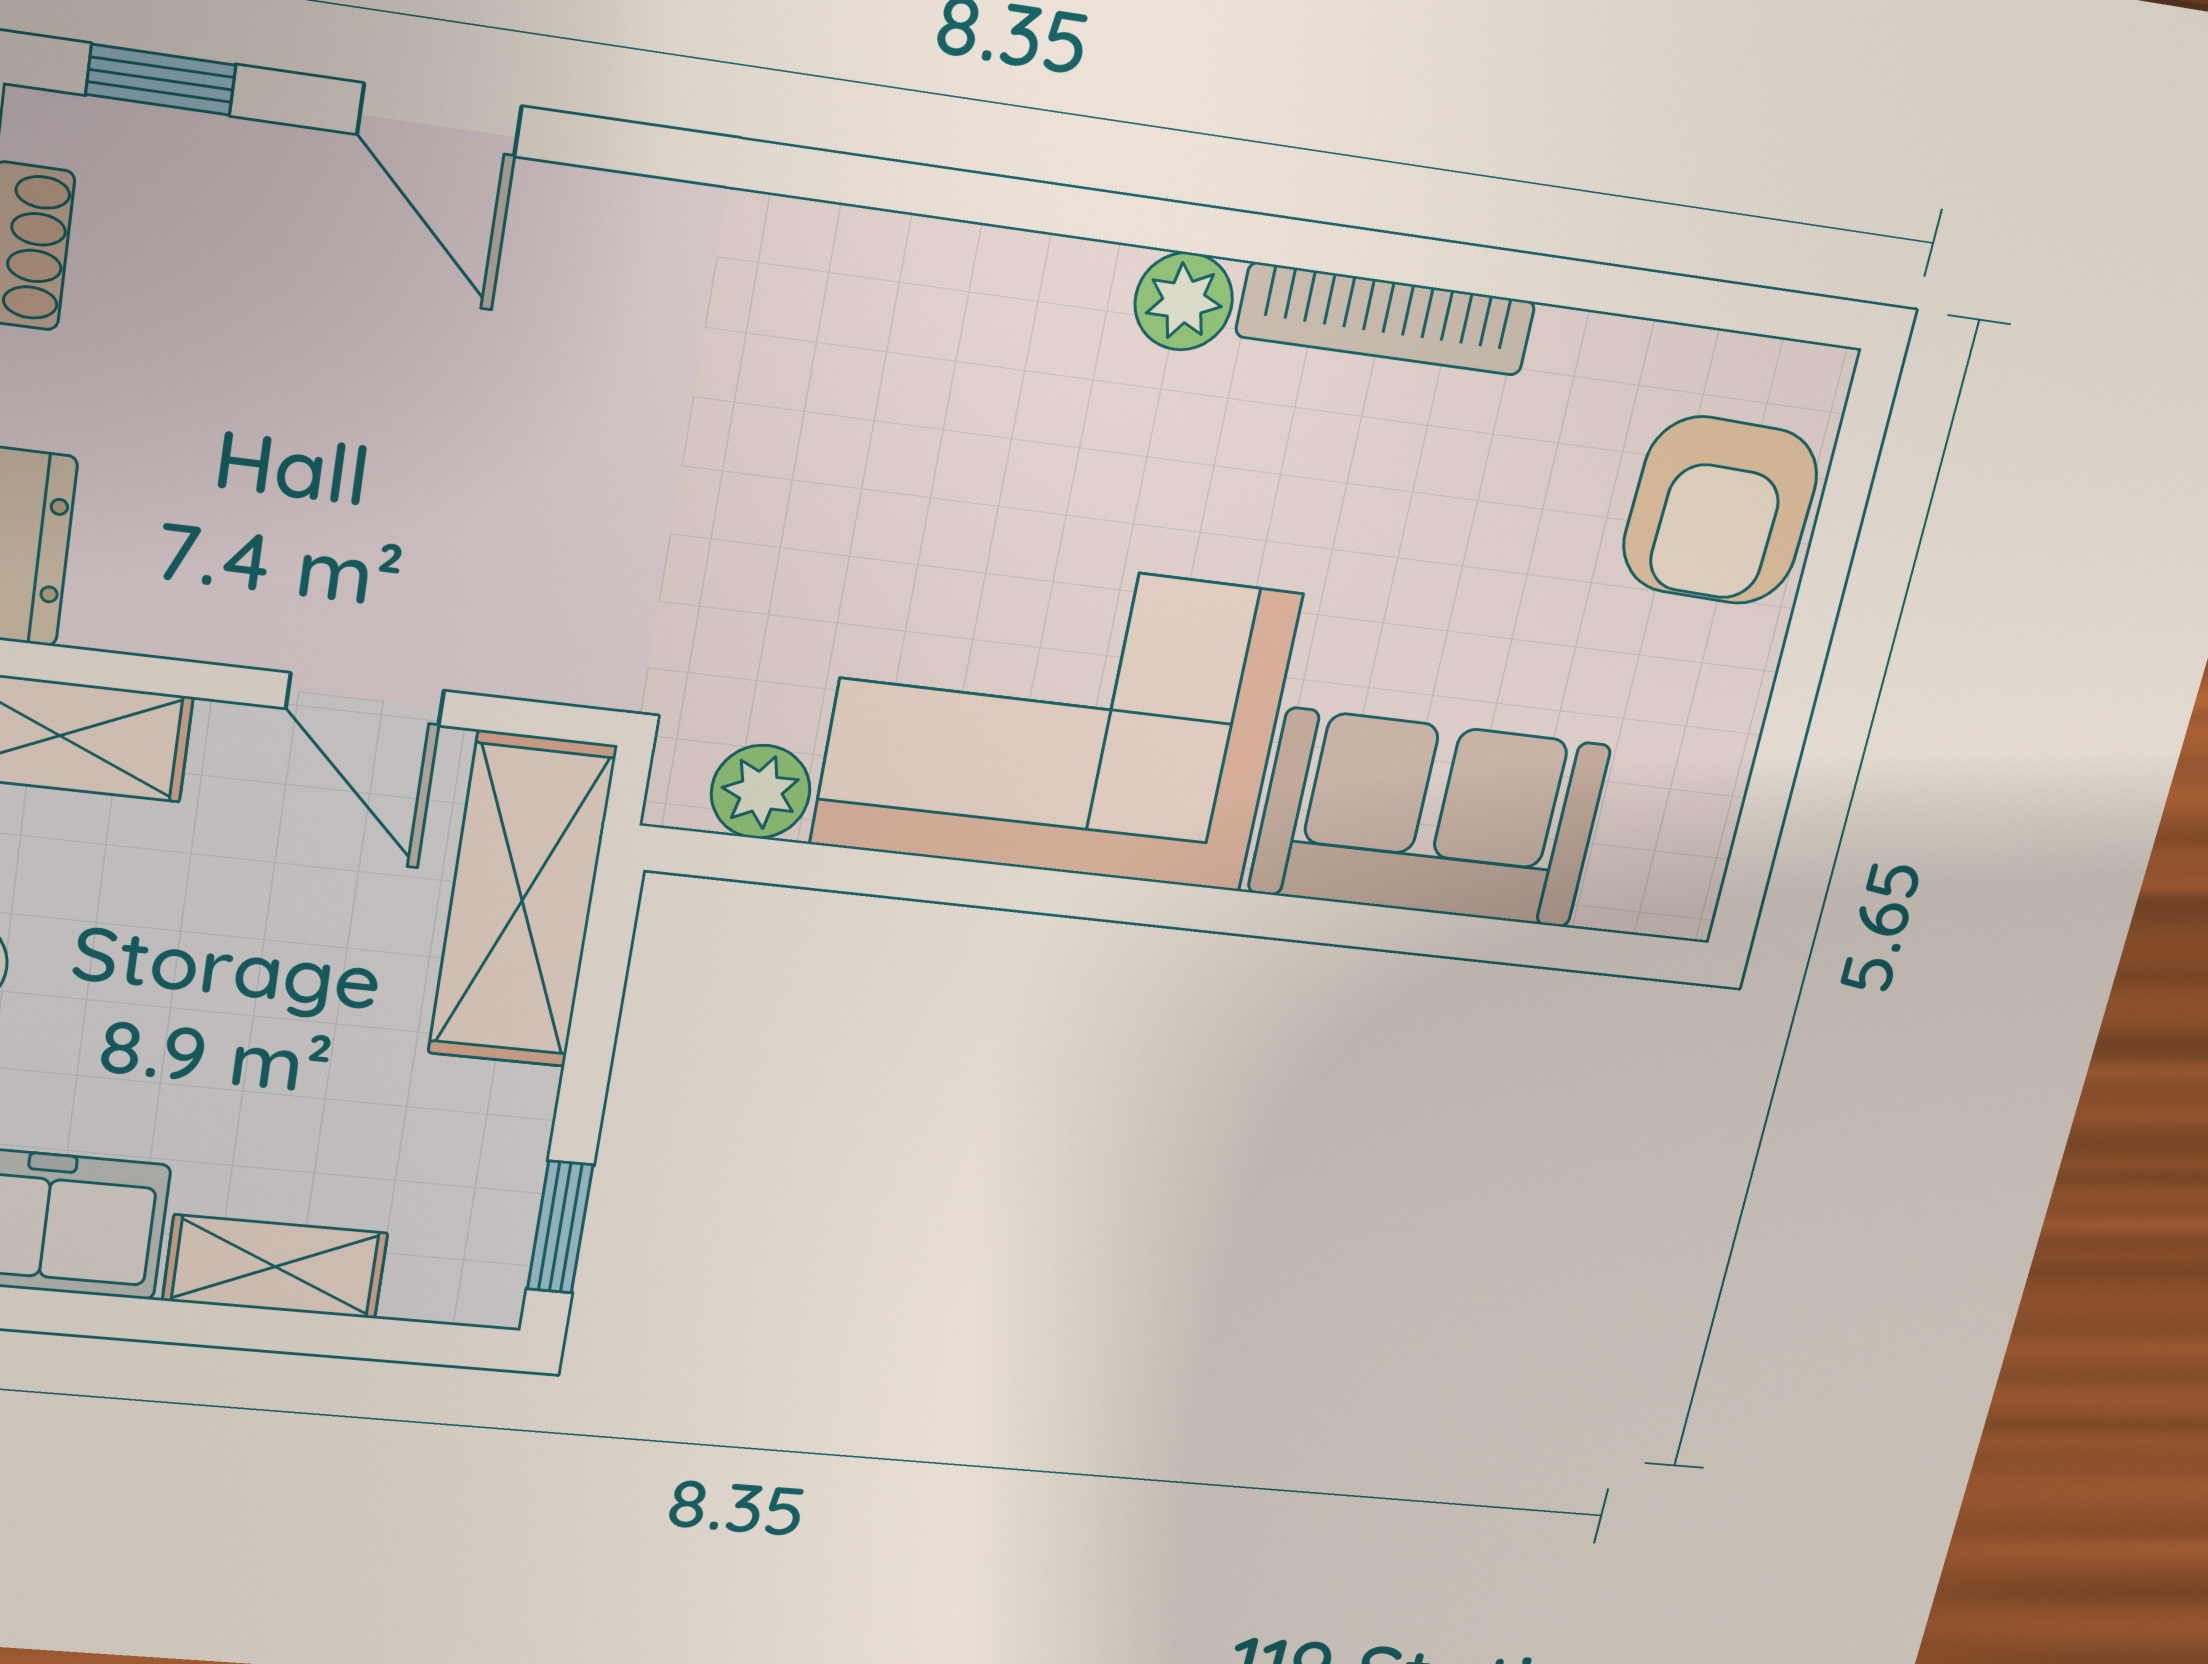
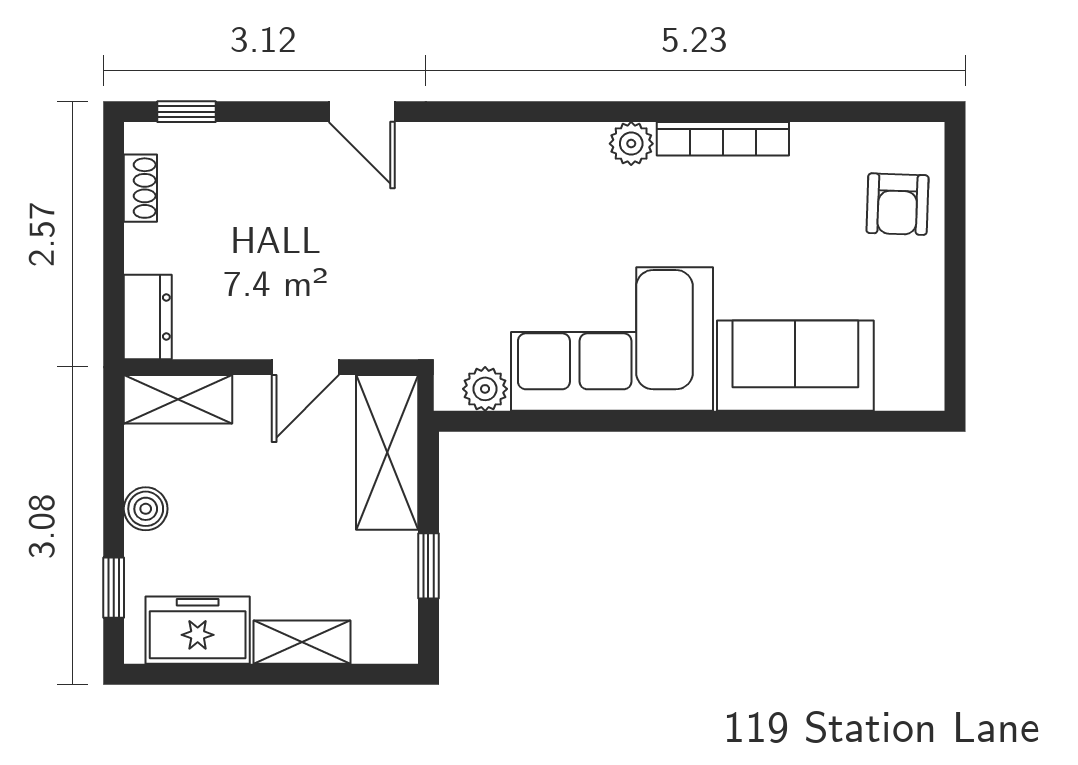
door: (439, 120) -> (362, 112), moved
armchair: (1720, 511) -> (897, 204), width x0.72, depth x0.72
door: (365, 699) -> (305, 367), hinge flipped
window: (560, 1227) -> (428, 566), moved

